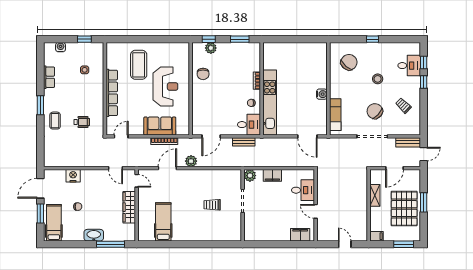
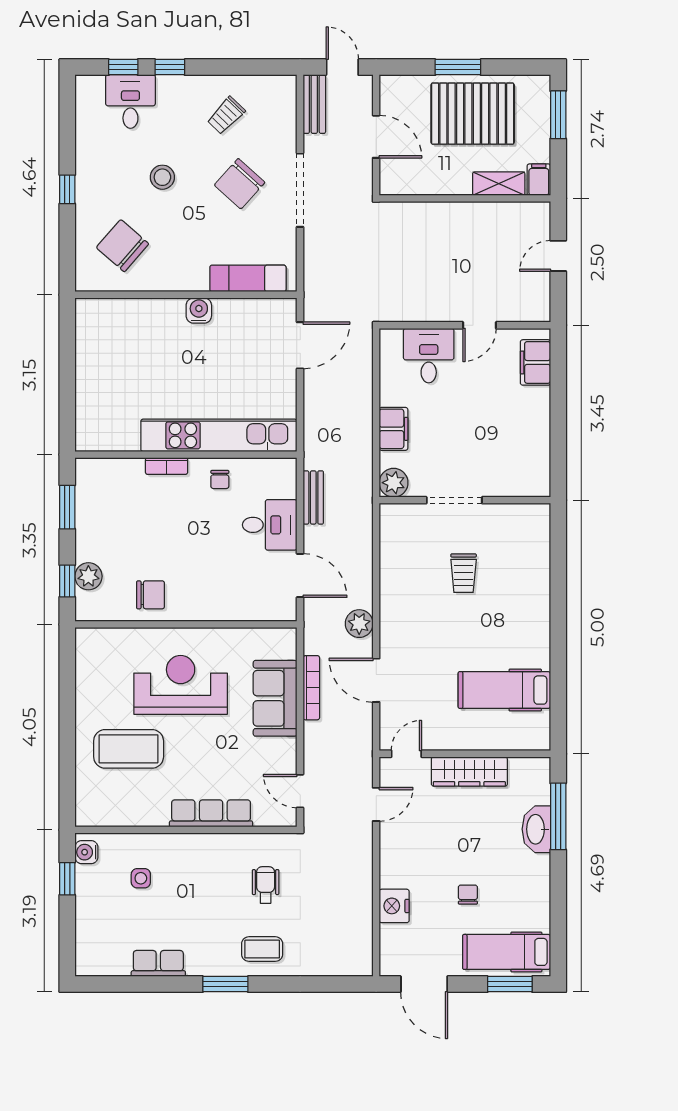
water cooler: (61, 47) -> (86, 852), moved
row of seats: (112, 93) -> (211, 813), width x0.73
desk: (249, 125) -> (270, 525), moved, turned 90
shelving: (375, 195) -> (499, 184), moved
window: (40, 213) -> (510, 984), moved
washbasin: (94, 235) -> (536, 829), moved

